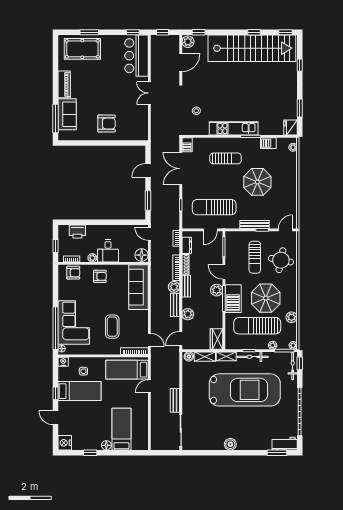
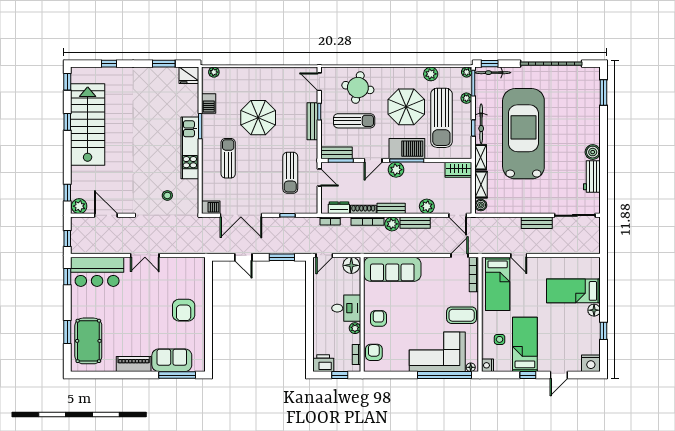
stairs: (252, 48) -> (88, 125), width x0.73
armchair: (106, 123) -> (184, 310), turned 180
sun lounger: (214, 207) -> (290, 173), width x0.73, depth x0.75
printer: (77, 232) -> (323, 363), moved, turned -90
bench: (230, 243) -> (337, 153), added
coffee table: (112, 327) -> (462, 315), moved
workbench: (285, 444) -> (592, 177), moved

